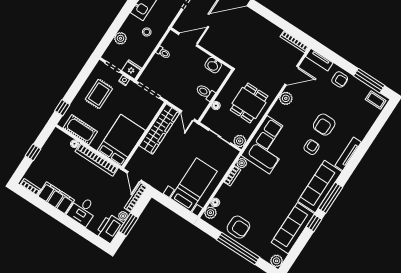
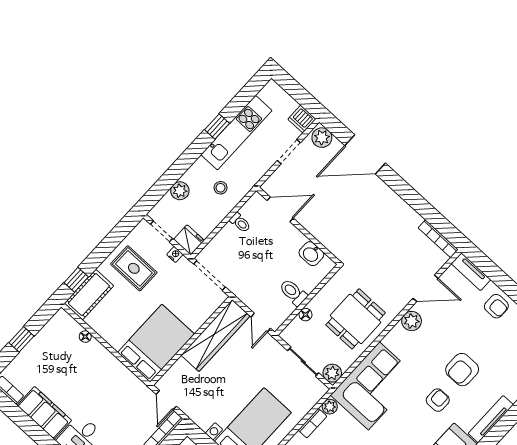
rug: (99, 94) -> (134, 268), turned 90
cot: (80, 130) -> (89, 295), moved, turned 90
bookcase: (97, 160) -> (114, 366), removed

